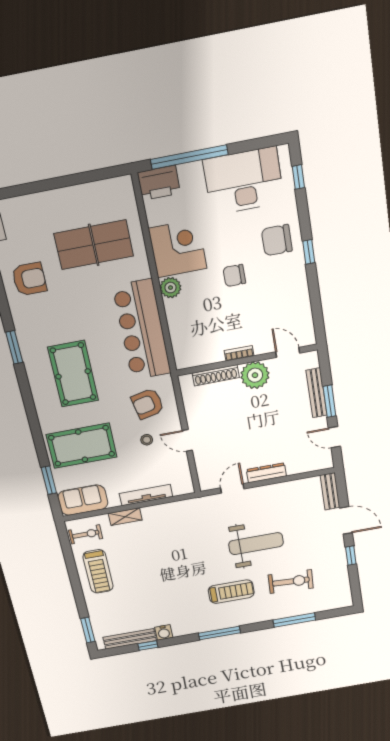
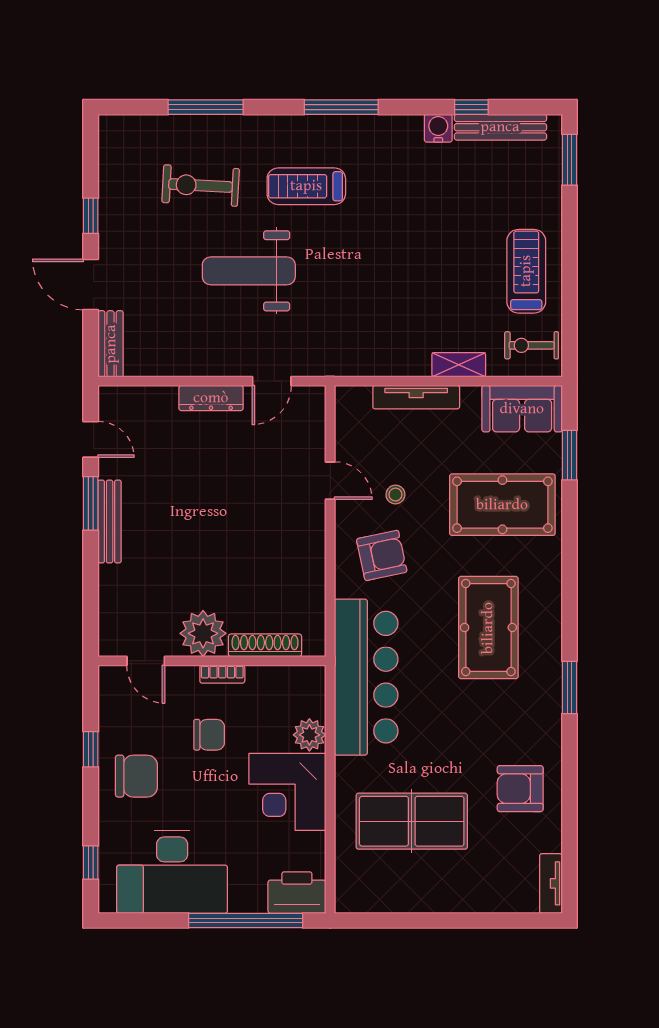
door: (288, 352) -> (146, 661), moved
bookcase: (239, 353) -> (222, 674), moved
wall: (247, 360) -> (212, 661), moved
shoe rack: (216, 375) -> (265, 645), moved
plant: (255, 375) -> (203, 633), moved

